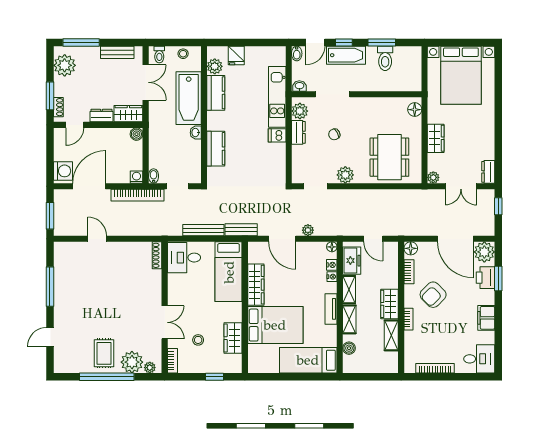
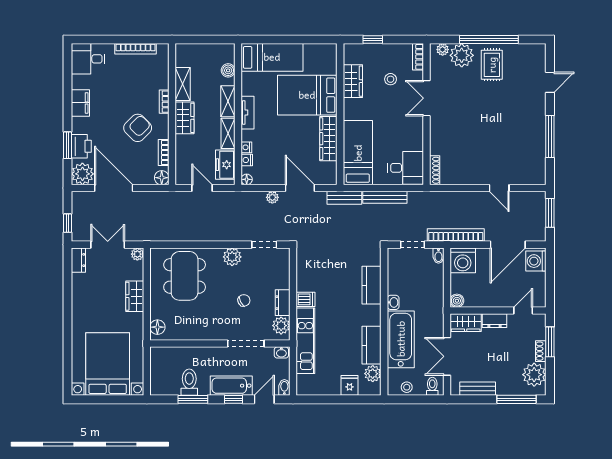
shoe rack: (58, 107) -> (541, 351), moved
washing machine: (137, 177) -> (463, 260), width x1.89, depth x1.89

